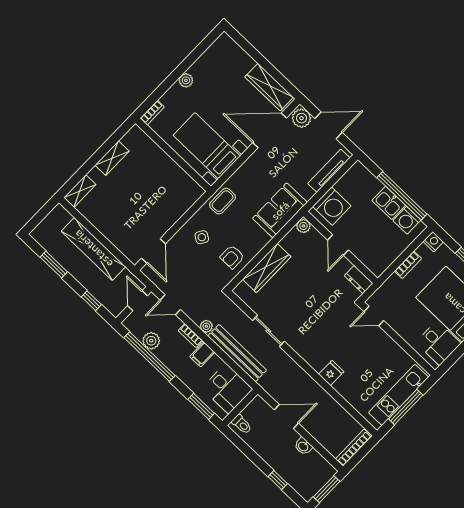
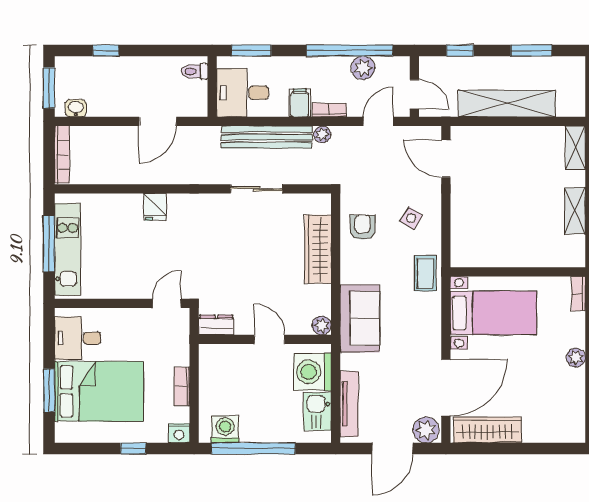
kitchen sink: (389, 203) -> (317, 411), moved, turned -90
washbasin: (303, 446) -> (76, 108), moved

